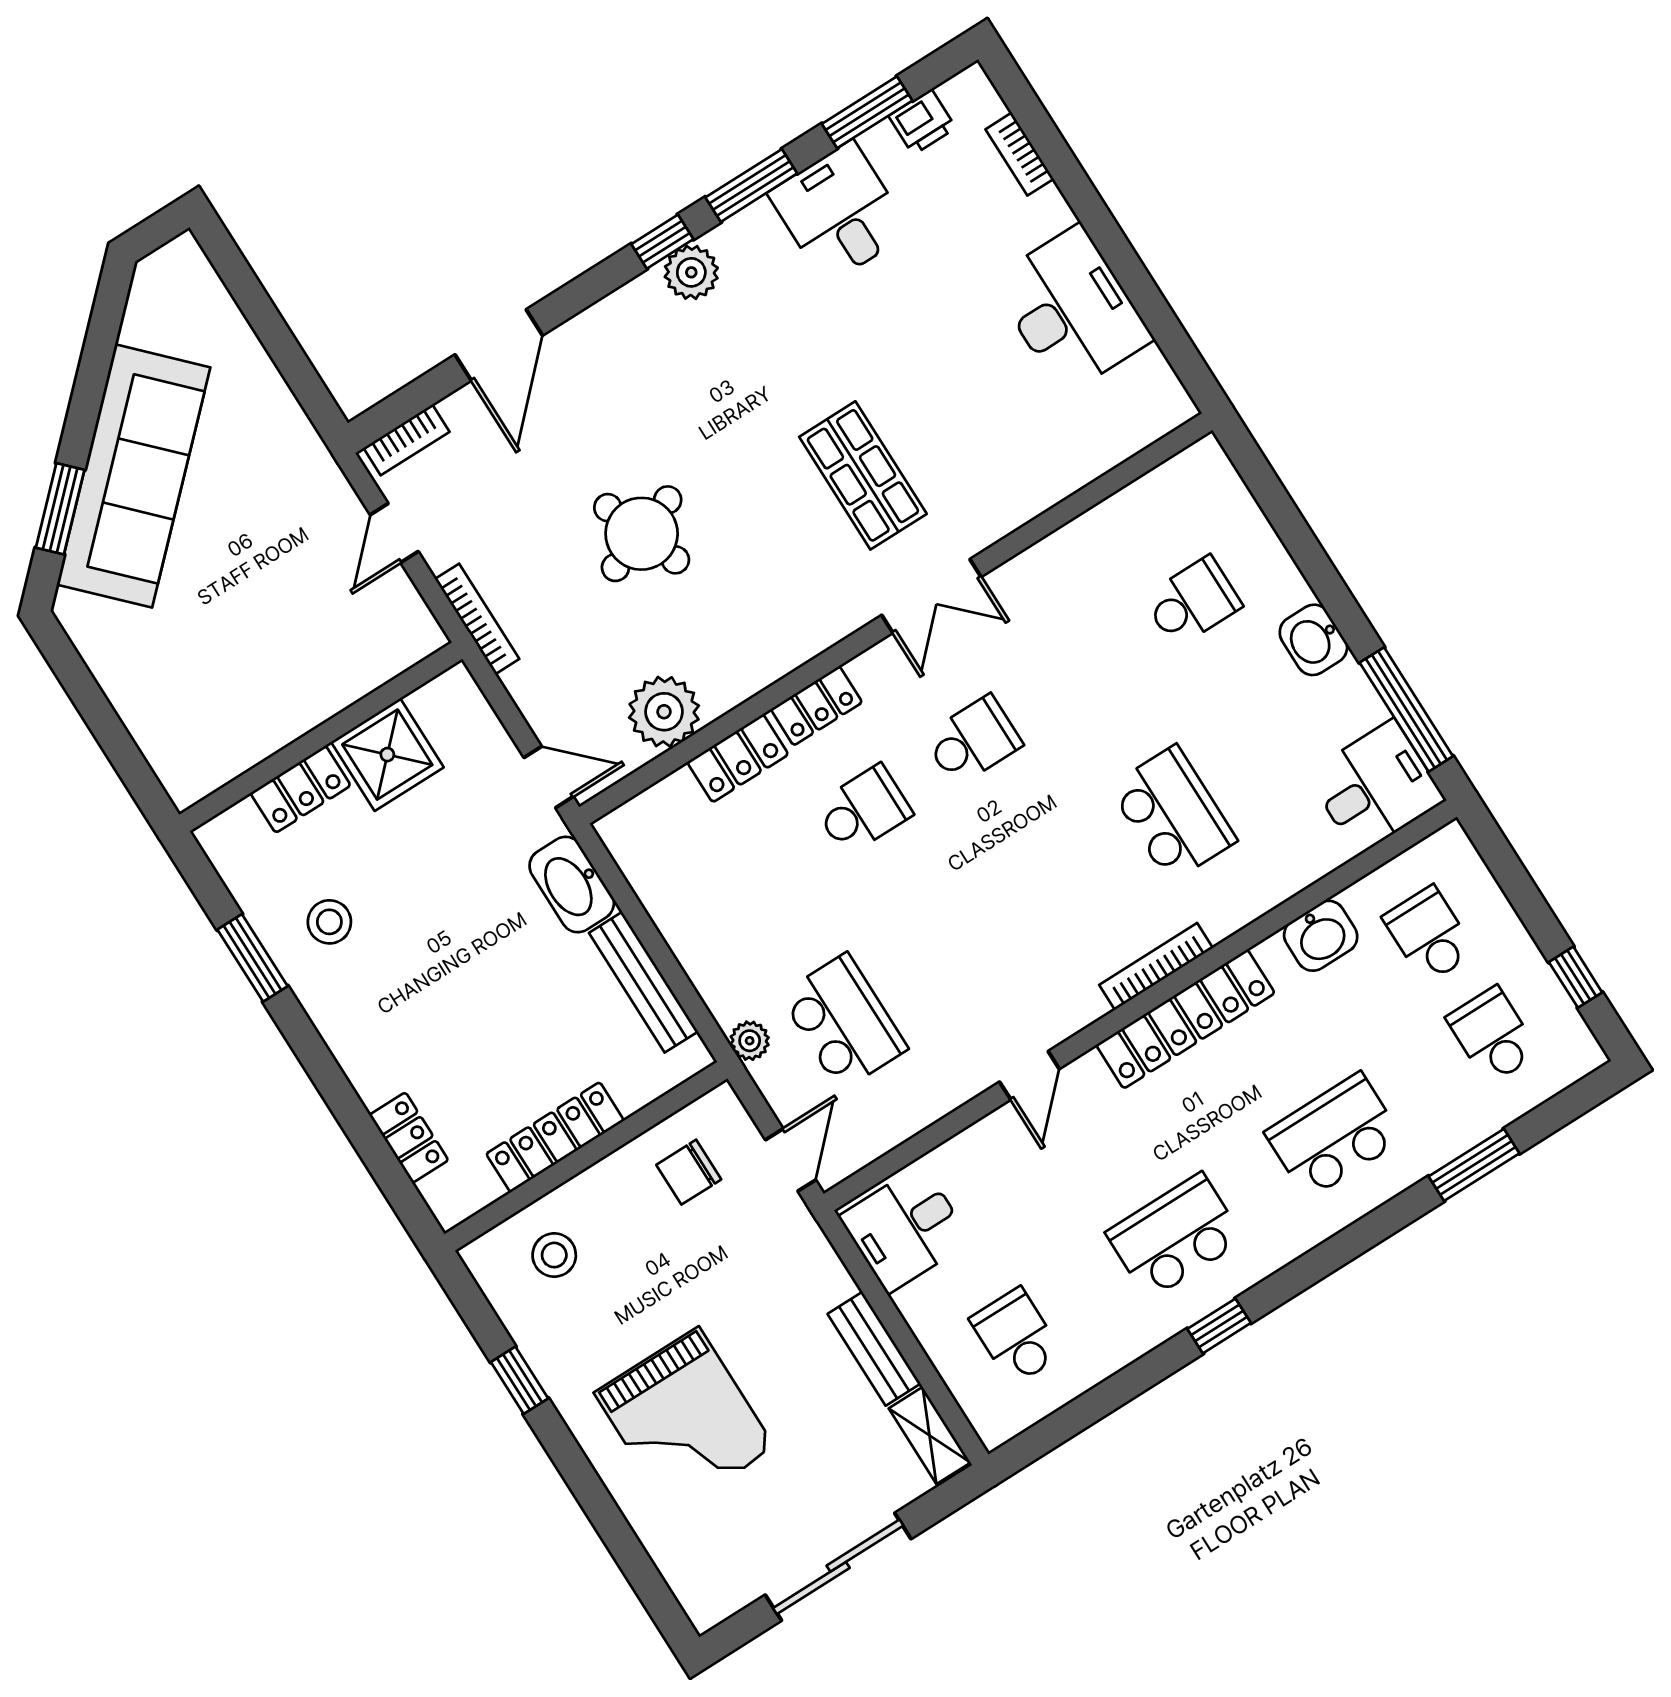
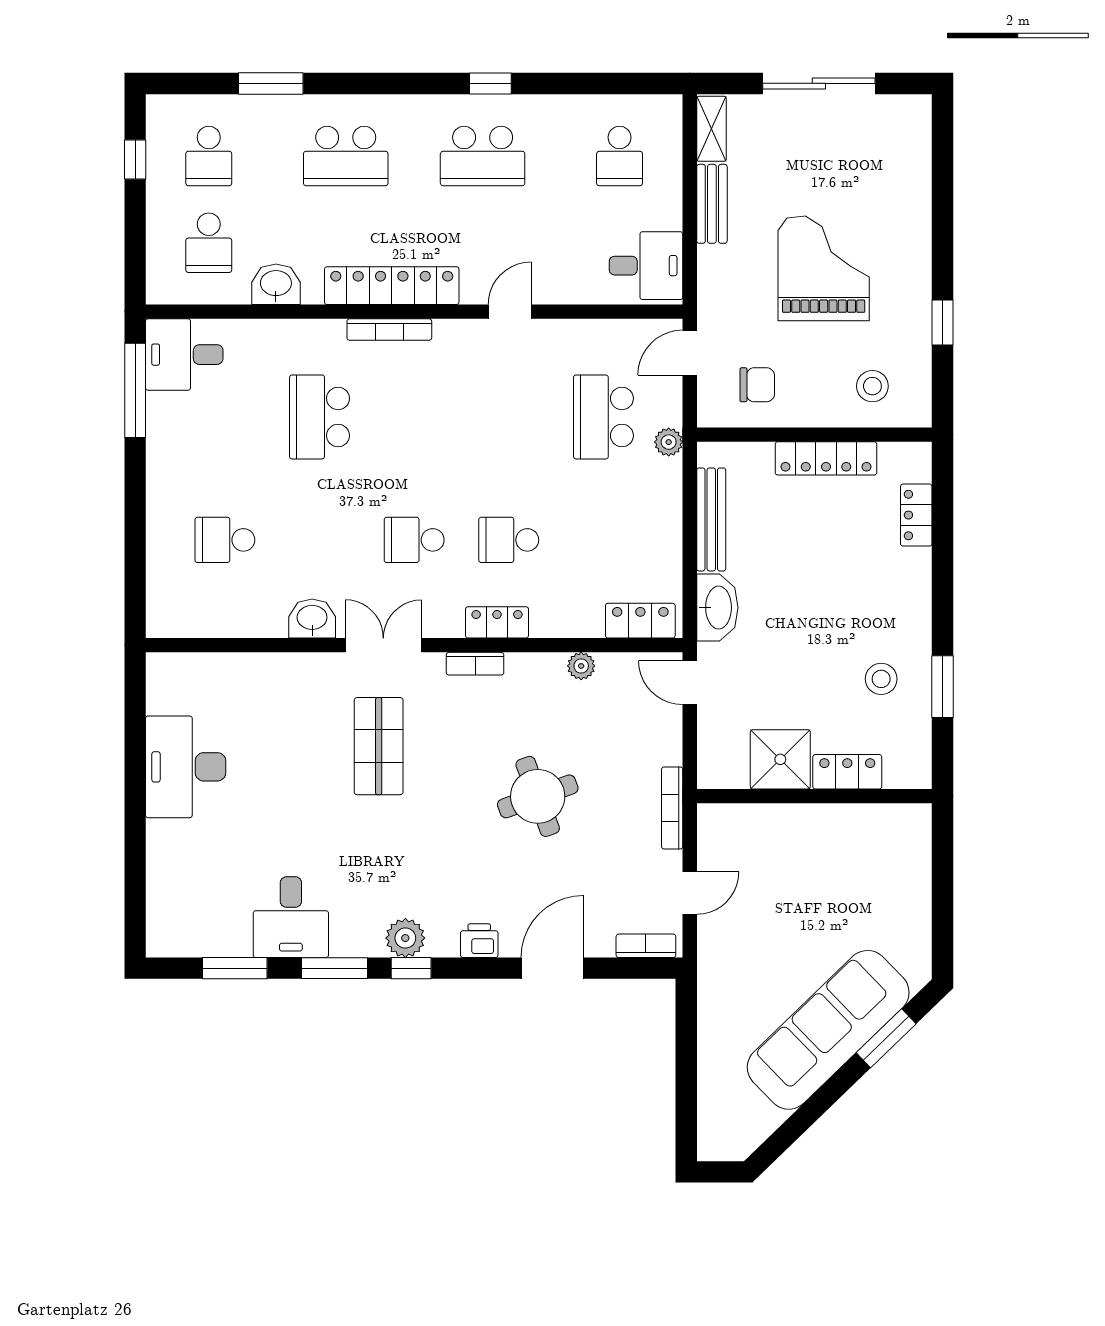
printer: (922, 122) -> (479, 941), moved
bookcase: (1020, 154) -> (475, 664), moved, turned 90
washbasin: (1313, 640) -> (312, 619), moved, turned -90
plant: (664, 712) -> (581, 666), width x0.53, depth x0.53
locker: (738, 758) -> (640, 621), moved
grand piano: (685, 1420) -> (824, 268), moved

